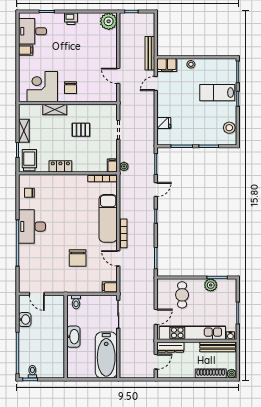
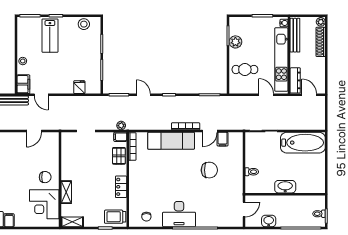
pallet: (81, 130) -> (119, 156), moved
shelving: (24, 131) -> (72, 222), moved
filing cabinet: (110, 287) -> (223, 139), moved
wall: (66, 337) -> (285, 194), moved
washbasin: (73, 337) -> (285, 187), moved

